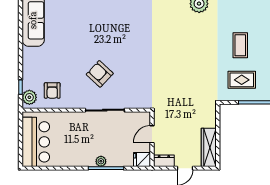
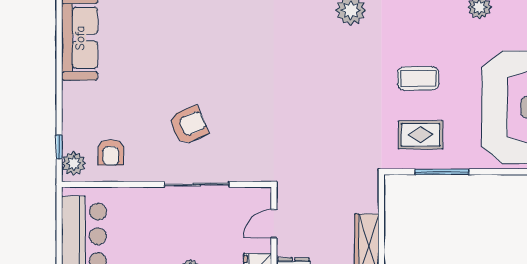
coffee table: (240, 45) -> (418, 78), turned 90
armchair: (100, 74) -> (189, 125), turned 114

